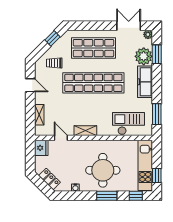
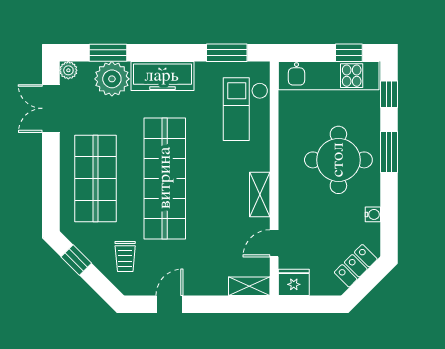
shelving: (39, 115) -> (249, 286), moved

